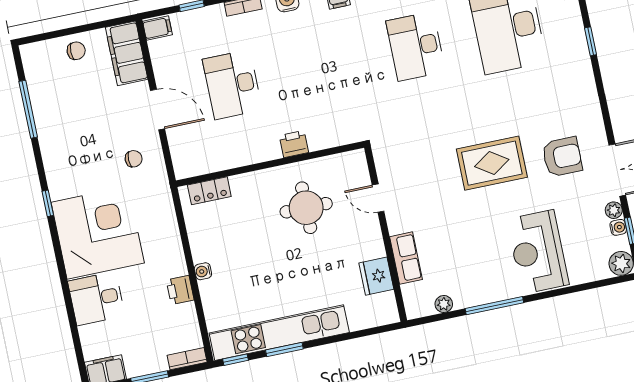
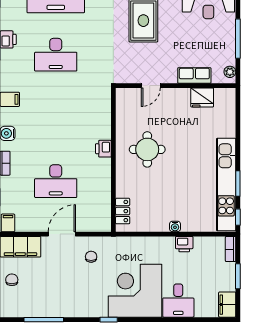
door: (378, 198) -> (151, 86), moved
wall: (386, 234) -> (176, 86), moved
row of seats: (406, 258) -> (194, 75), moved
fridge: (376, 276) -> (202, 97), moved

